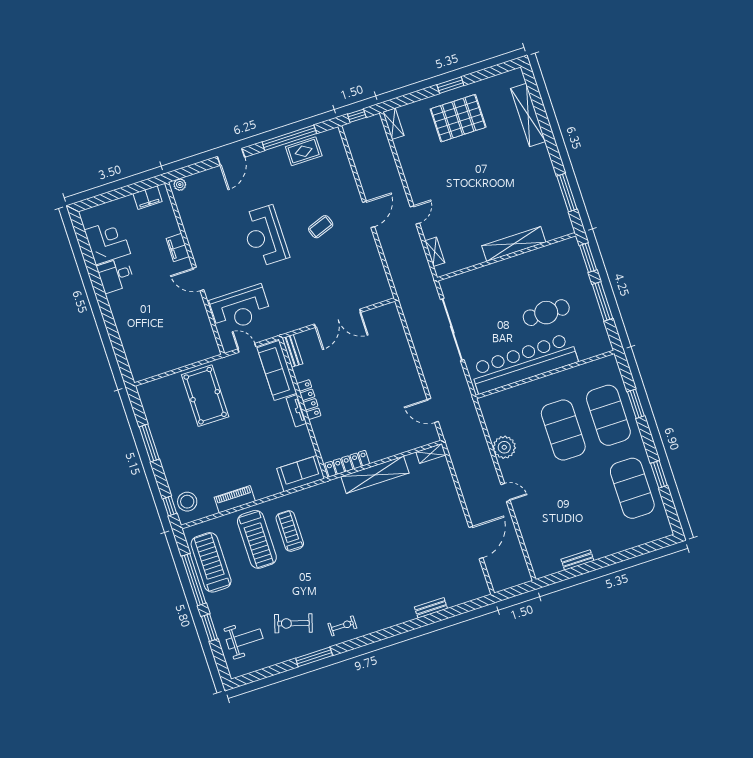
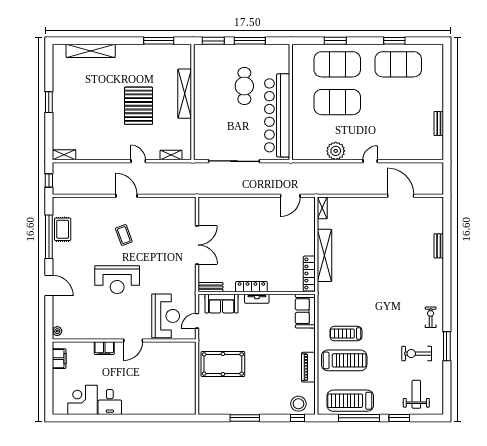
pallet: (458, 118) -> (139, 106), moved
sofa: (277, 370) -> (222, 304), width x0.73
exercise bike: (293, 623) -> (417, 354), turned 73

